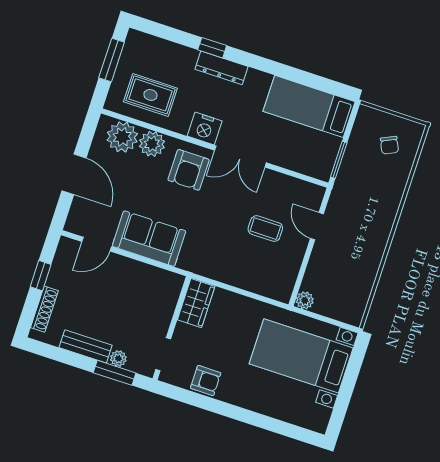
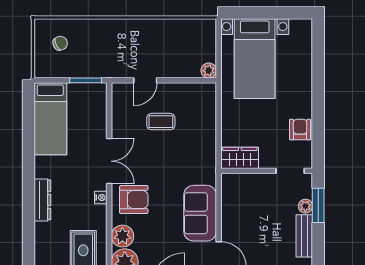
window: (212, 48) -> (28, 213), removed
nightstand: (205, 128) -> (101, 198), width x0.53, depth x0.56
coffee table: (265, 229) -> (161, 122), turned 90

